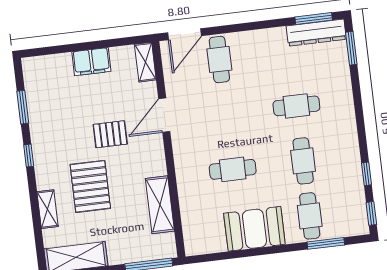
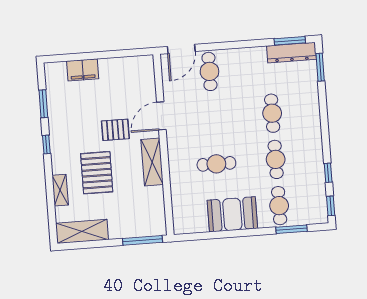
filing cabinet: (91, 62) -> (83, 70), moved
shelving: (145, 62) -> (147, 71), removed
cafe table: (296, 106) -> (272, 113), turned 90
shelving: (160, 205) -> (152, 162), moved

